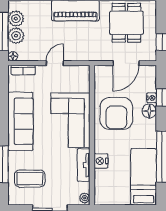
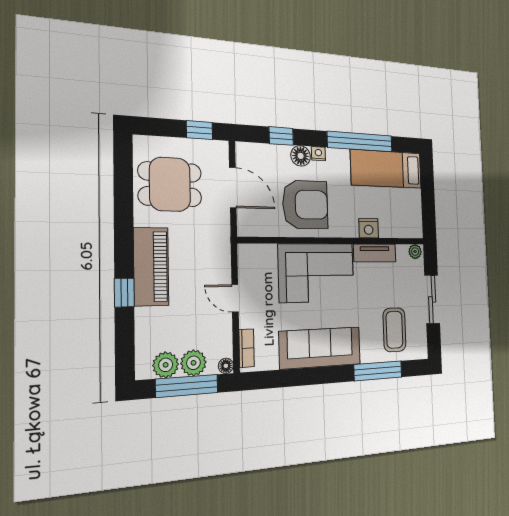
nightstand: (152, 98) -> (318, 154), moved

